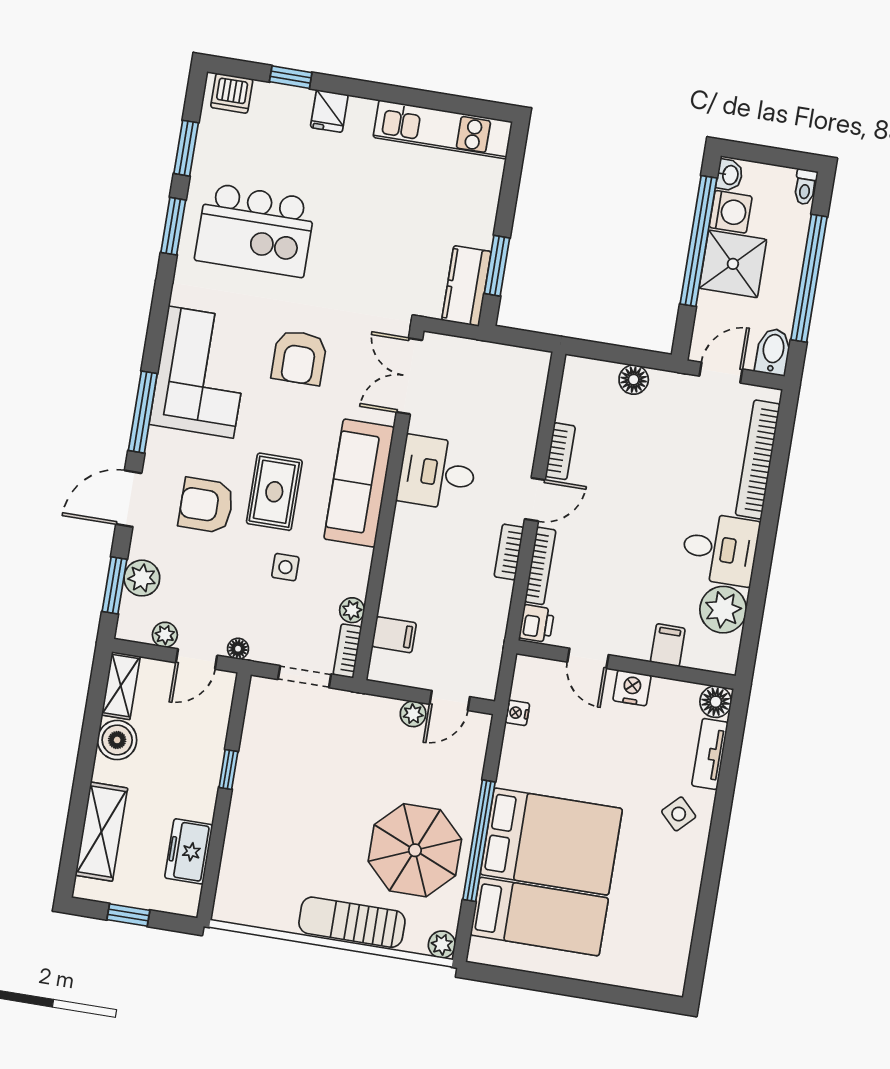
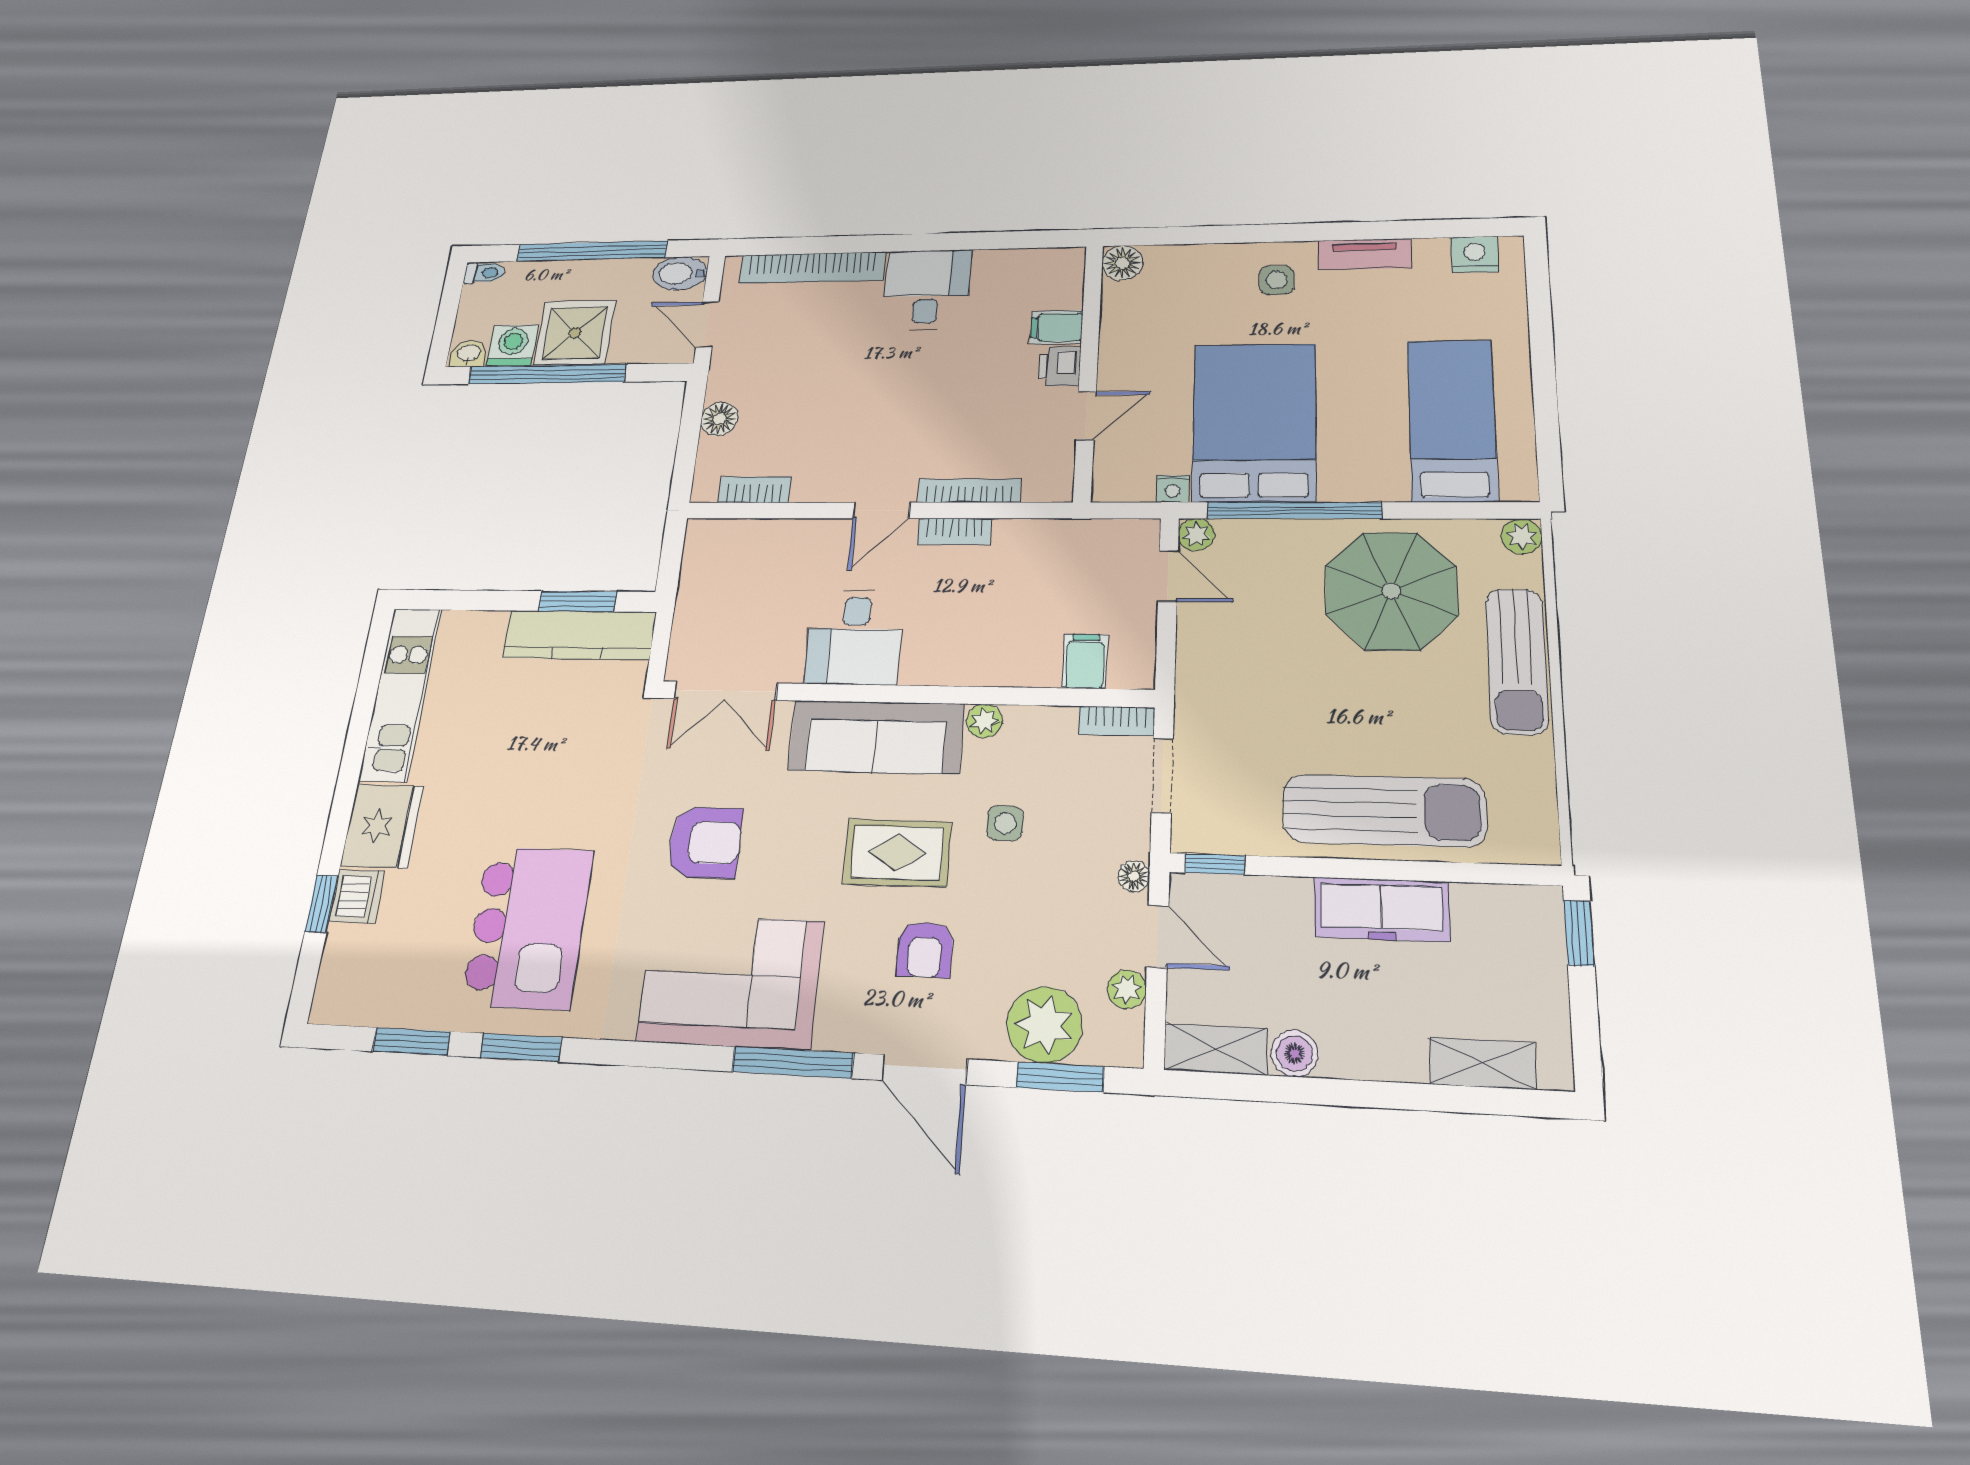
dishwasher: (232, 93) -> (357, 896), moved
fridge: (329, 111) -> (382, 826), width x1.88, depth x1.34
kitchen counter: (466, 286) -> (579, 635), width x1.50
bookcase: (560, 451) -> (755, 490), moved
door: (535, 500) -> (881, 510), swing flipped
armchair: (206, 505) -> (925, 950), width x0.72, depth x0.72
plant: (142, 578) -> (1044, 1025), width x1.36, depth x1.36
plant: (352, 610) -> (984, 721), moved
plant: (723, 610) -> (1003, 274), removed
printer: (537, 624) -> (1060, 366), moved, turned -90
nightstand: (632, 688) -> (1475, 255), moved, turned 90
plant: (413, 714) -> (1196, 535), moved
boiler: (117, 740) -> (1294, 1053), width x0.73, depth x0.73
tv unit: (710, 754) -> (1364, 254), moved
window: (228, 769) -> (1215, 864), moved
side table: (679, 814) -> (1277, 280), turned 45
sun lounger: (261, 817) -> (1384, 811), added
shelving: (101, 832) -> (1483, 1063), width x0.67, depth x0.75
window: (479, 841) -> (1294, 510), moved
bed: (551, 842) -> (1254, 422), moved
freezer: (189, 851) -> (1382, 909), moved, width x1.40
window: (128, 915) -> (1579, 933), moved

